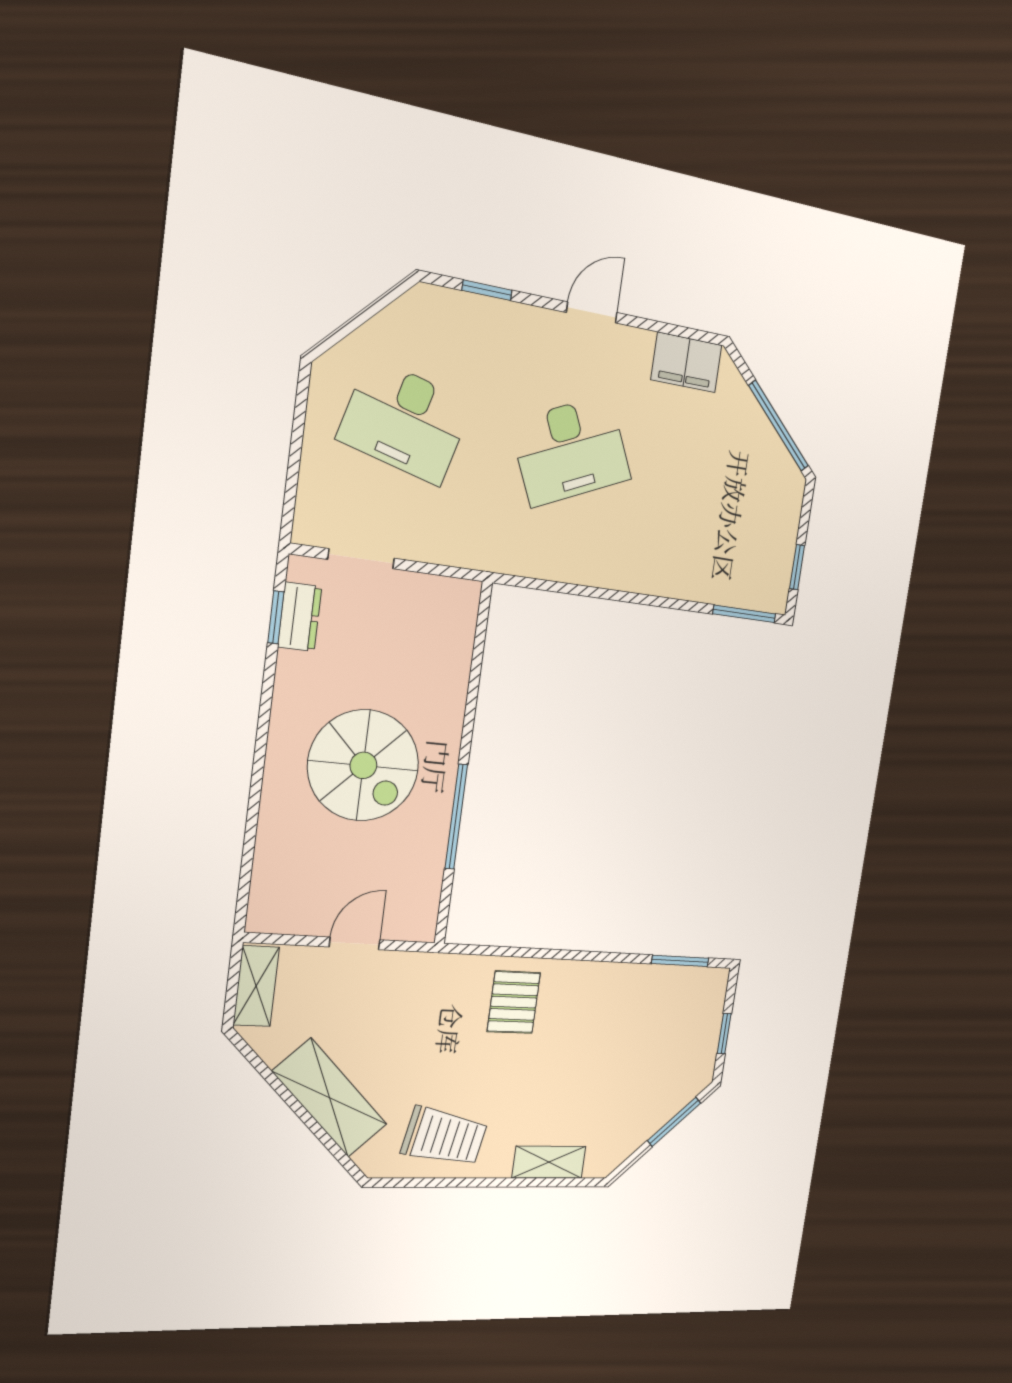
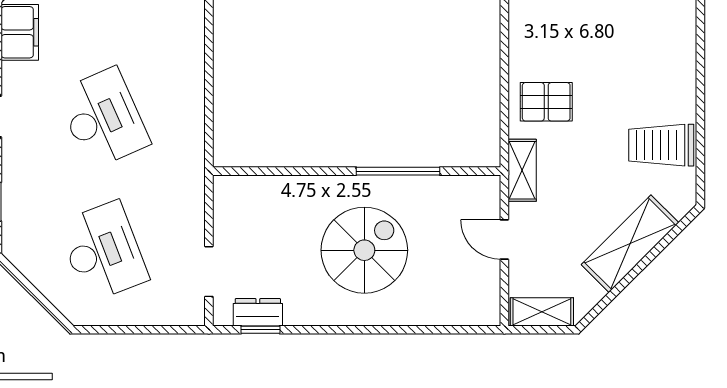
desk: (405, 421) -> (103, 251), turned -36
trolley: (444, 1137) -> (661, 145), turned -101
shelving: (549, 1162) -> (522, 170), moved

